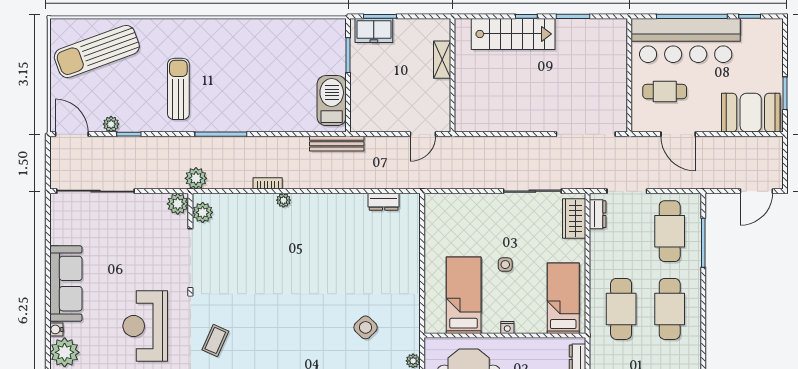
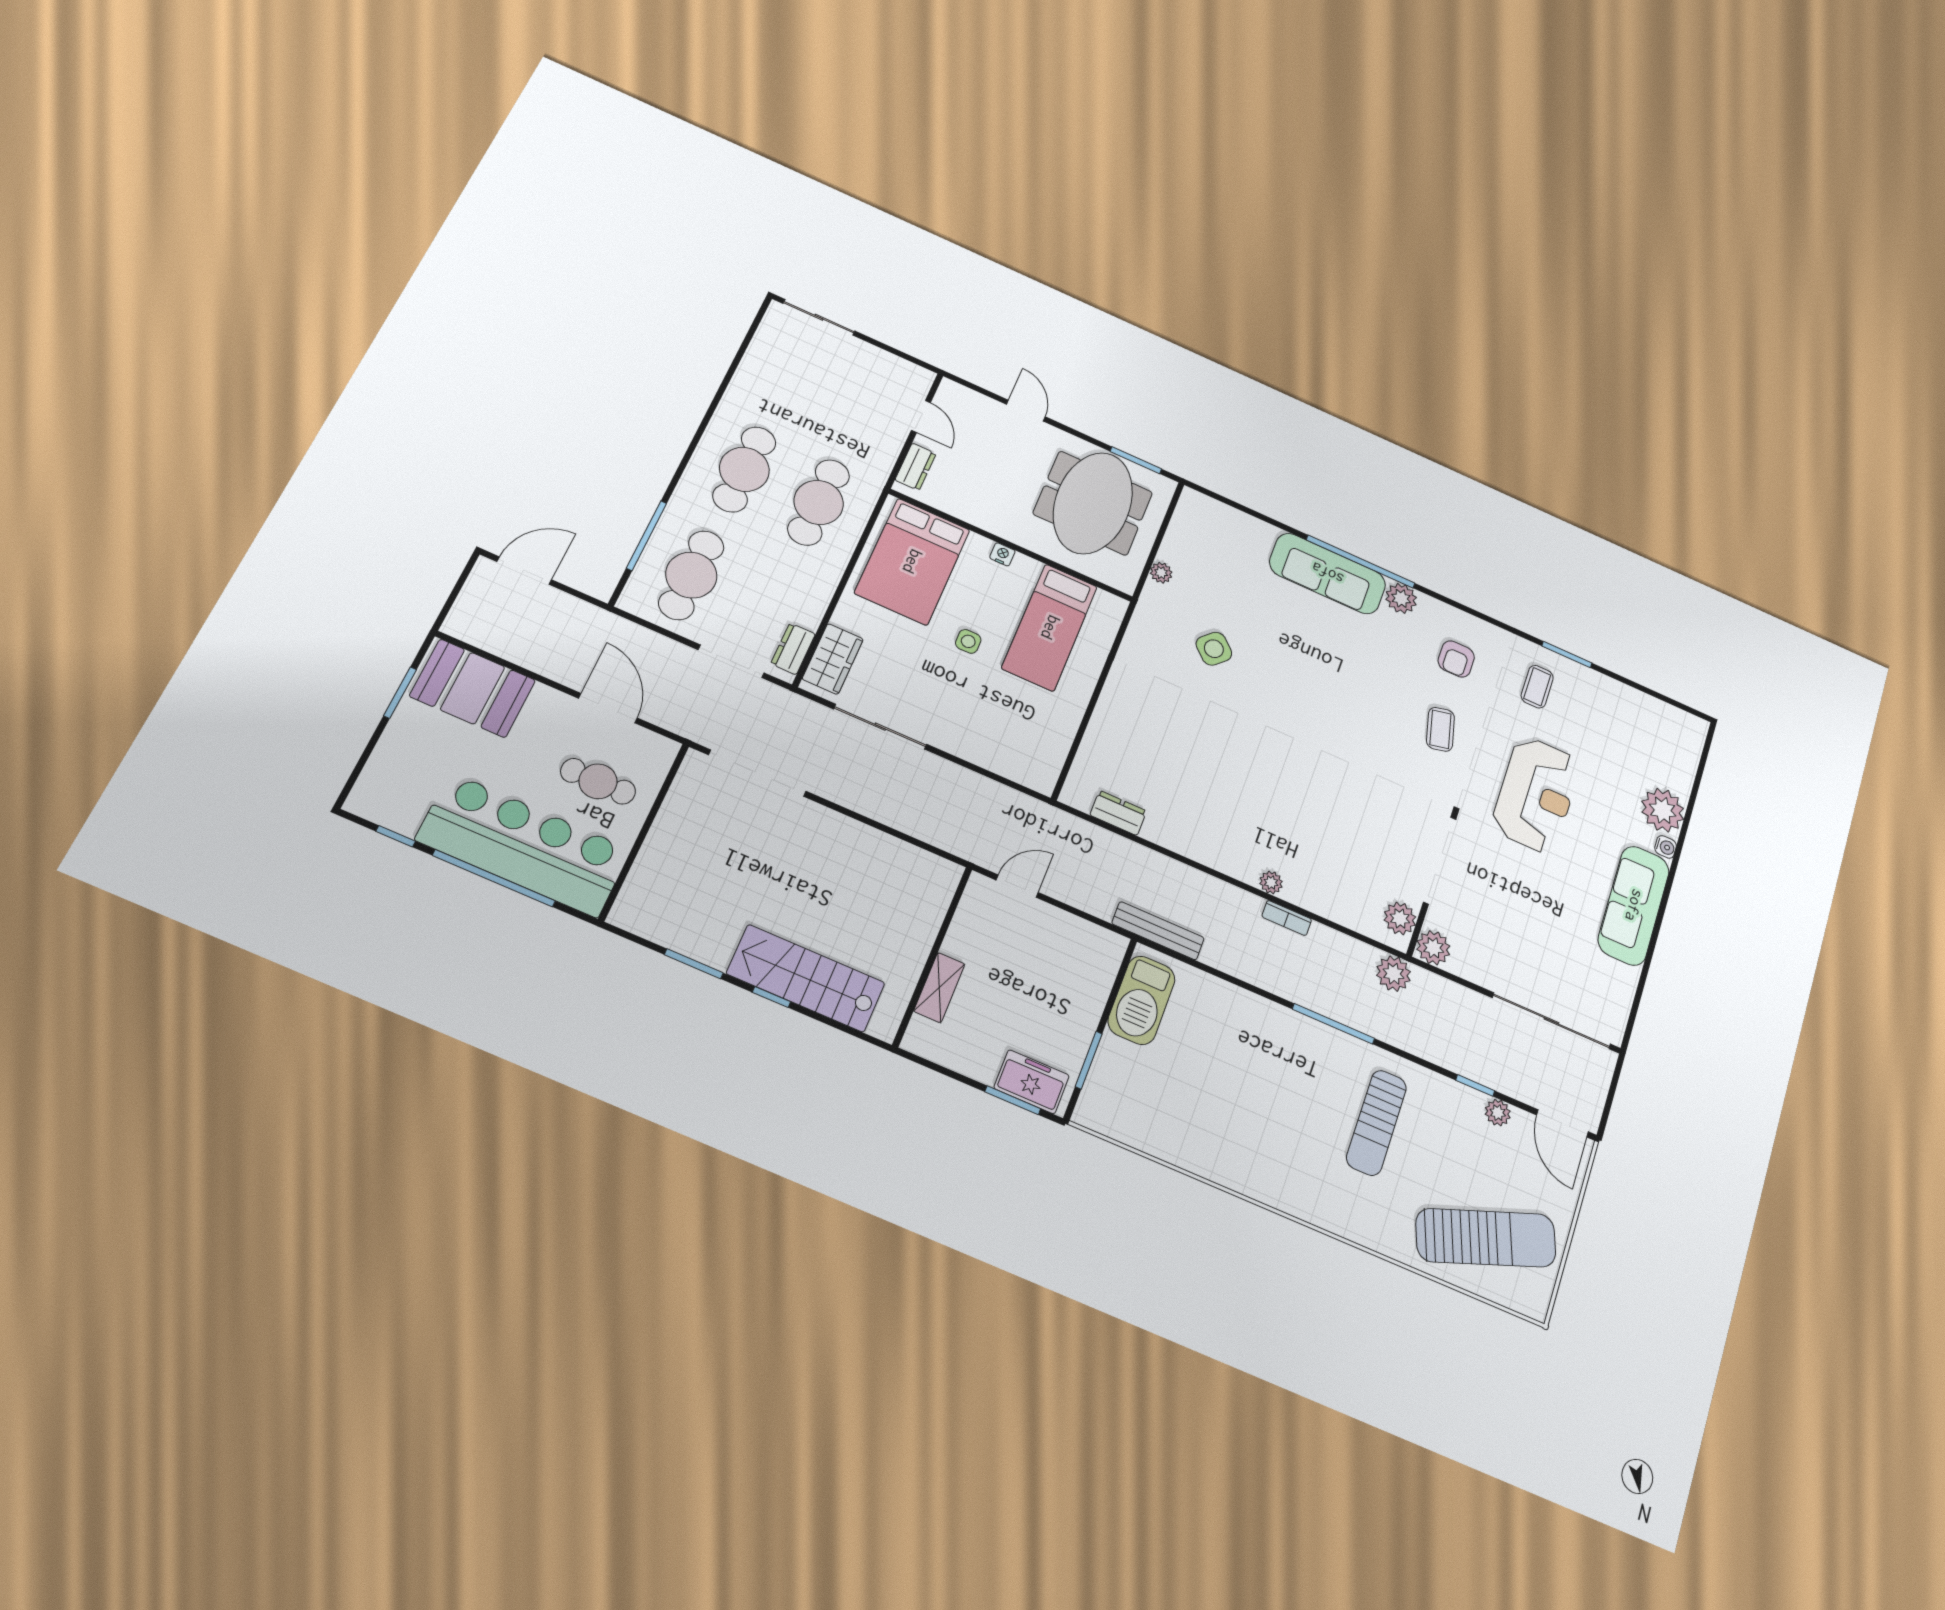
bed: (563, 298) -> (912, 561), width x1.50
coffee table: (215, 340) -> (1440, 729), turned -37

